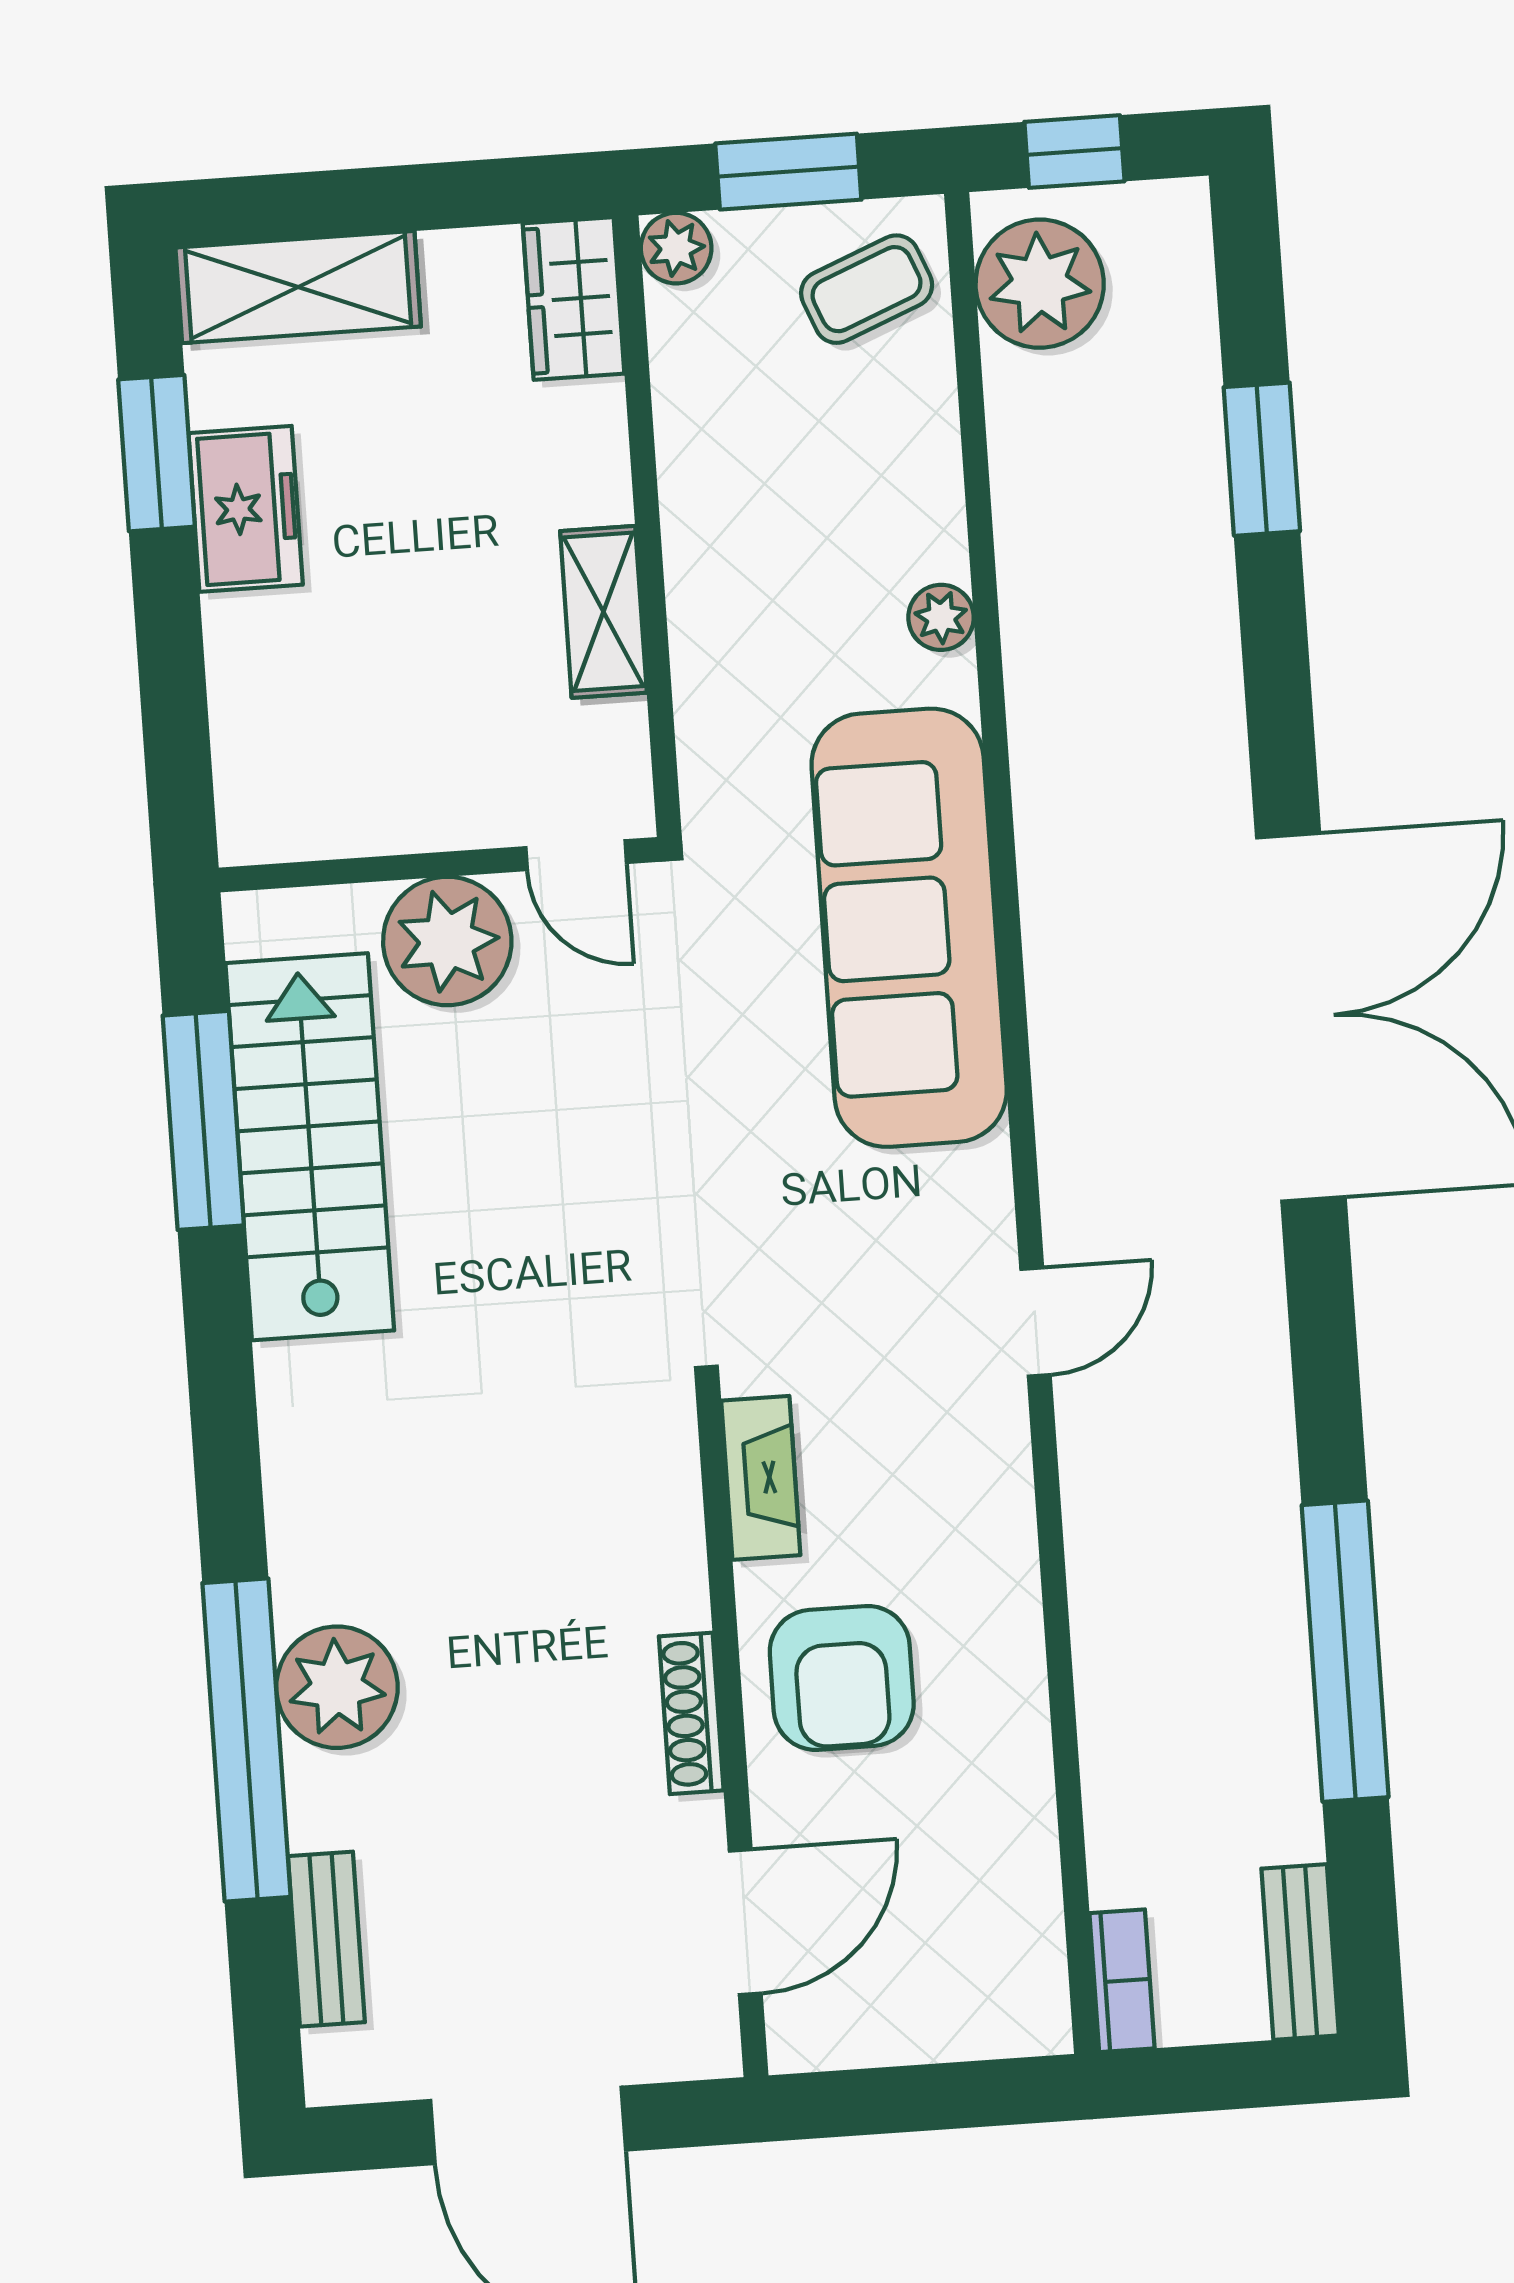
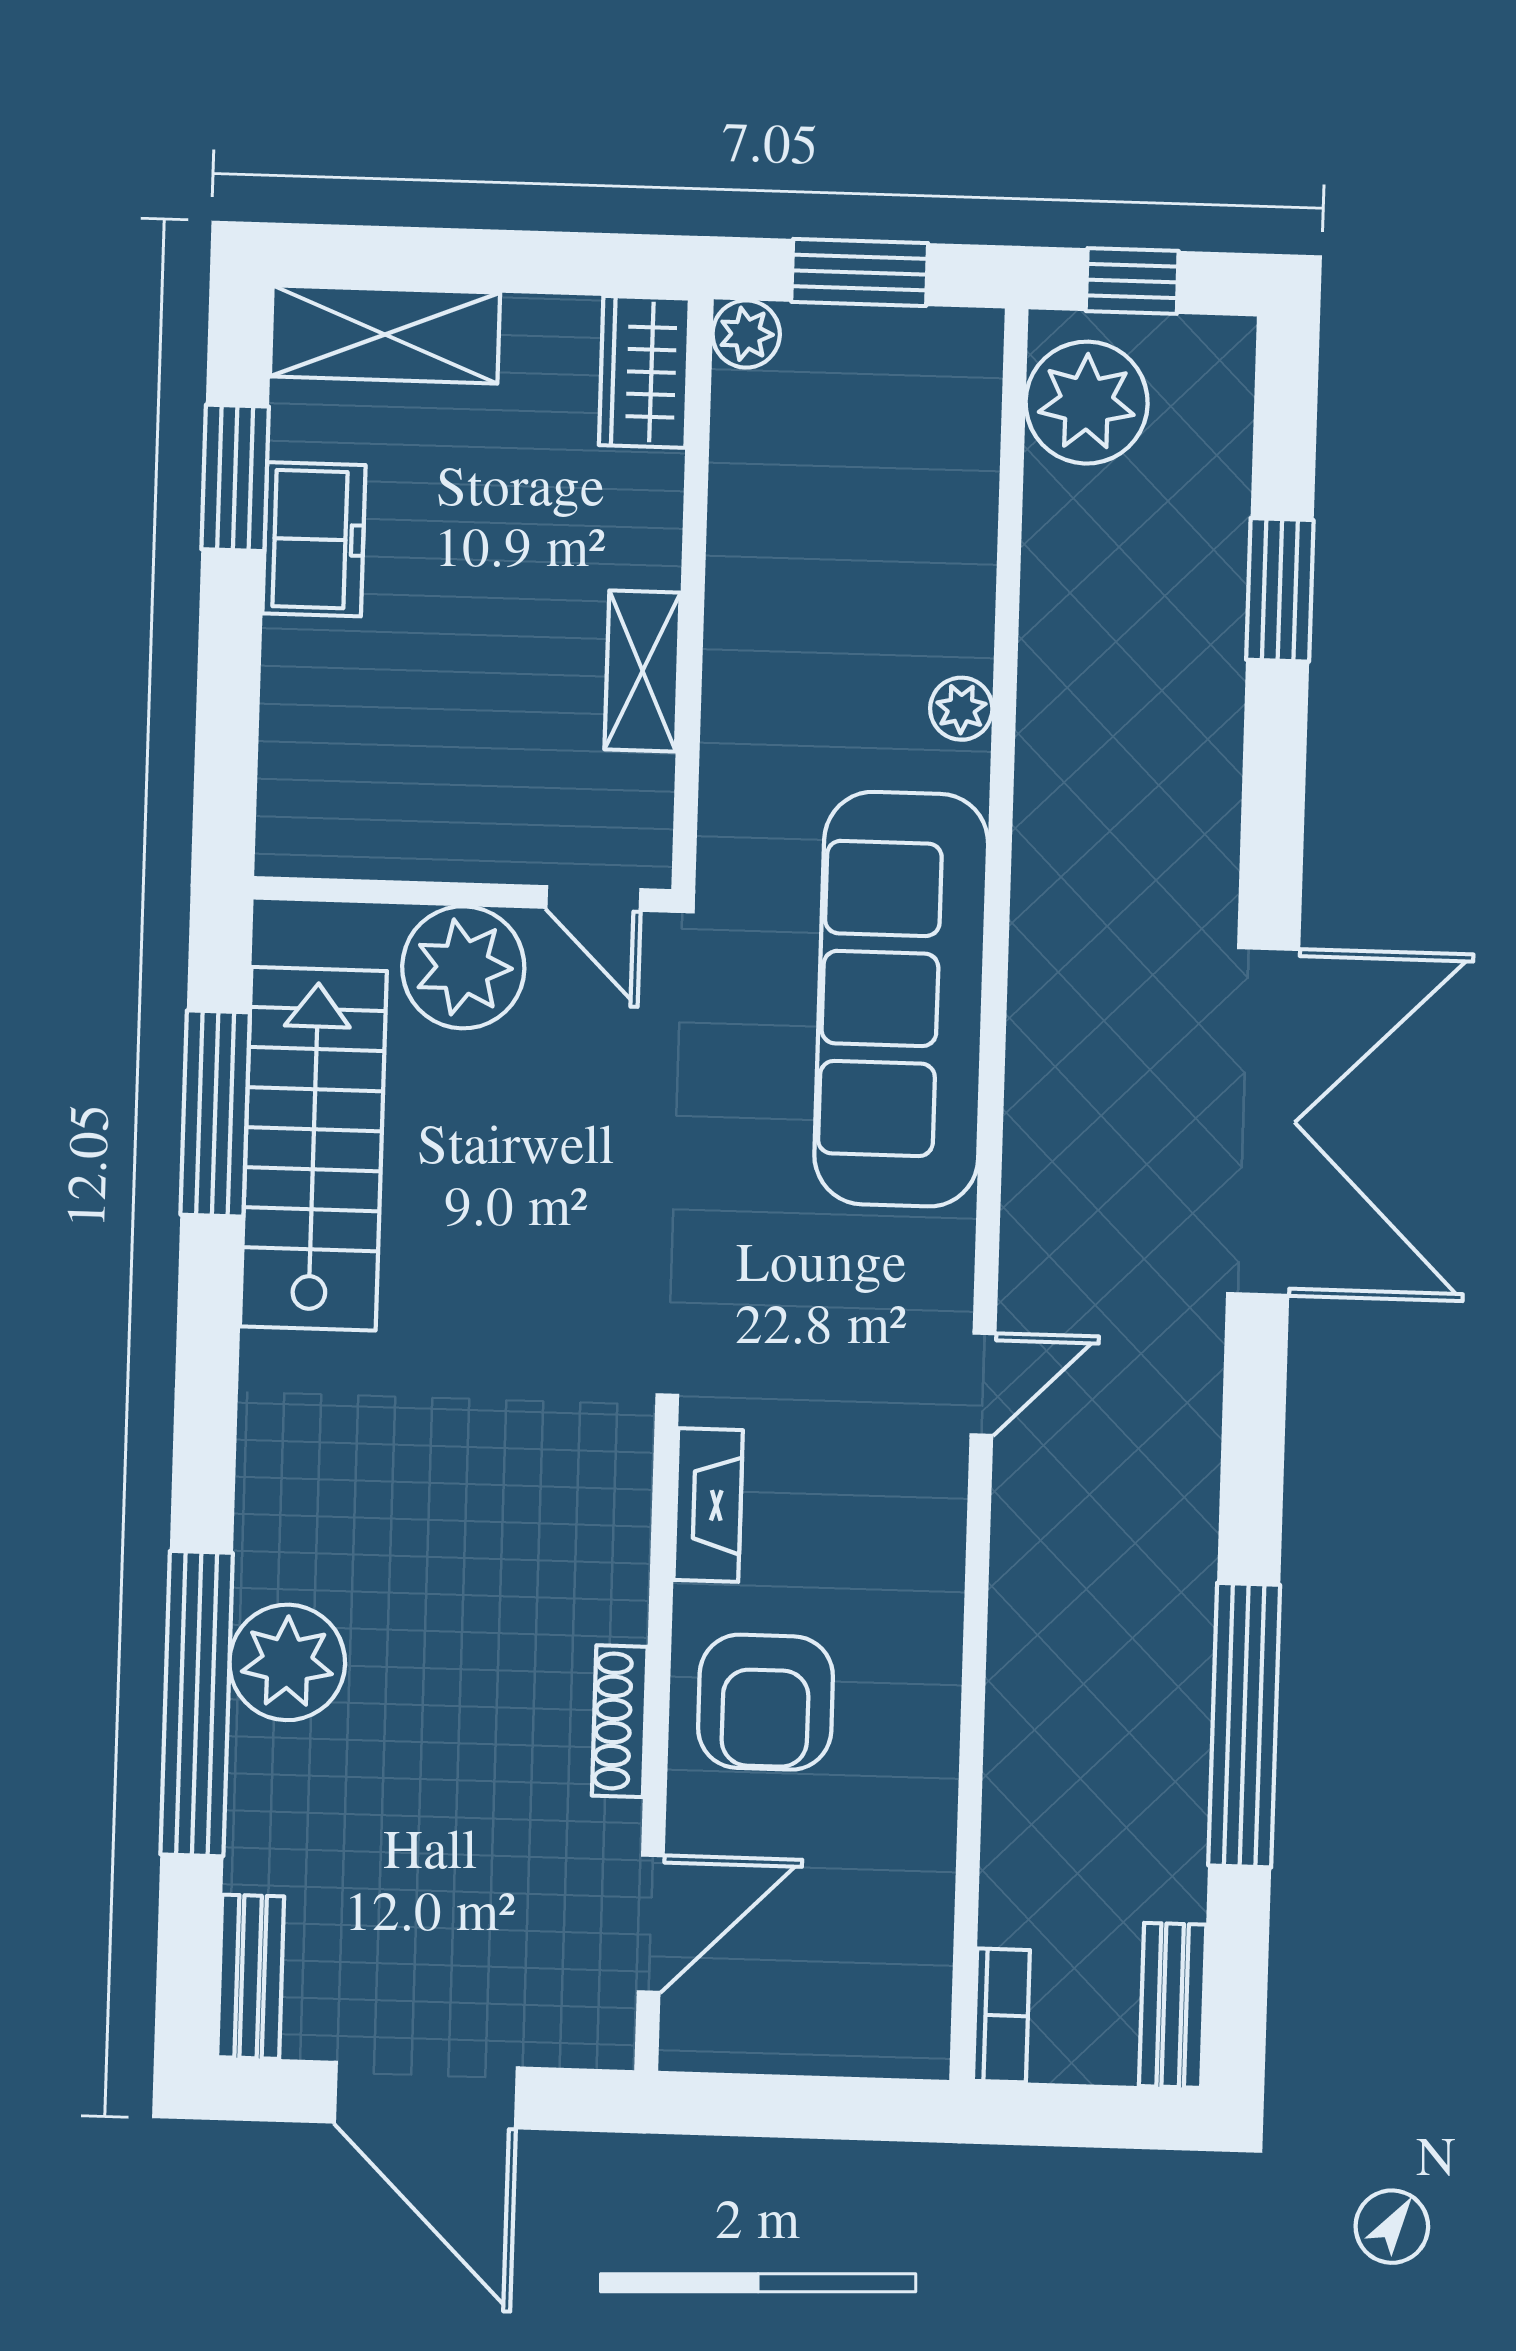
coffee table: (867, 289) -> (922, 391), removed
bench: (326, 1939) -> (251, 1977), moved

